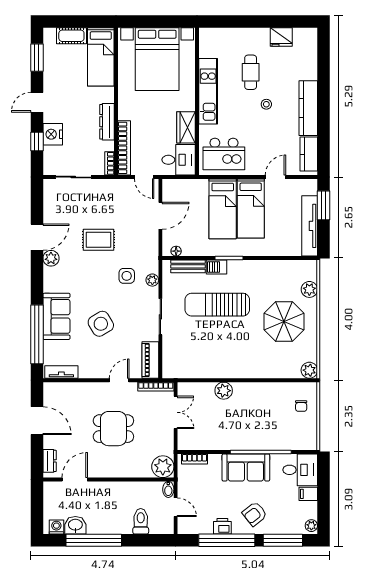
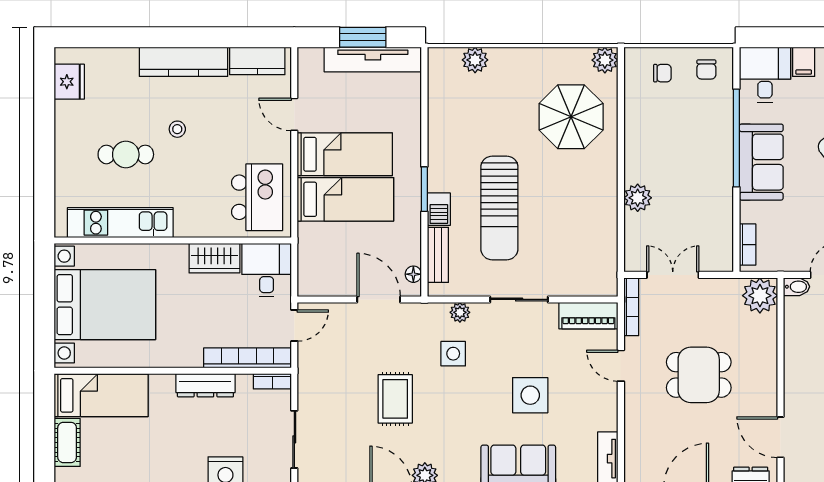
fridge: (281, 37) -> (69, 82), moved
kitchen unit: (208, 91) -> (120, 223), moved
window: (324, 205) -> (363, 37), moved
door: (160, 216) -> (379, 299), moved
parasol: (284, 322) -> (571, 117), moved
side table: (101, 324) -> (530, 395), turned 31
dining table: (113, 429) -> (699, 375), turned 90
chair: (303, 433) -> (706, 69), added

